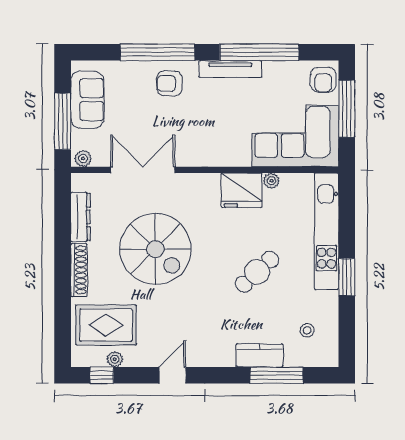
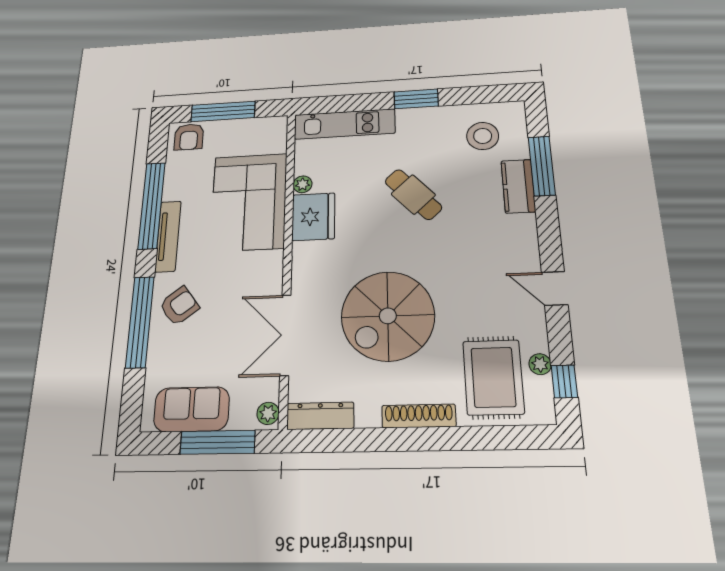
armchair: (323, 80) -> (189, 137), turned 90
armchair: (169, 83) -> (179, 306), turned -127
corner sofa: (295, 136) -> (249, 202), moved
dresser: (81, 217) -> (320, 416), moved
kitchen unit: (327, 231) -> (344, 124), width x0.73
spiral stairs: (155, 249) -> (388, 316), turned 180
stool: (307, 330) -> (483, 136), width x1.89, depth x1.89

